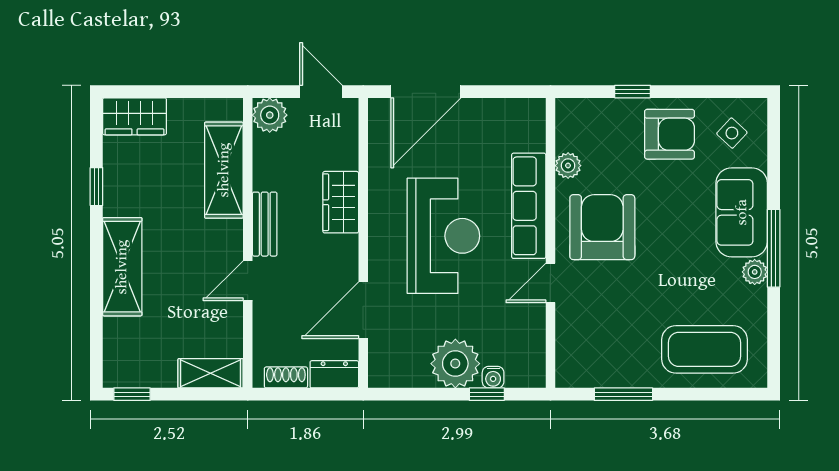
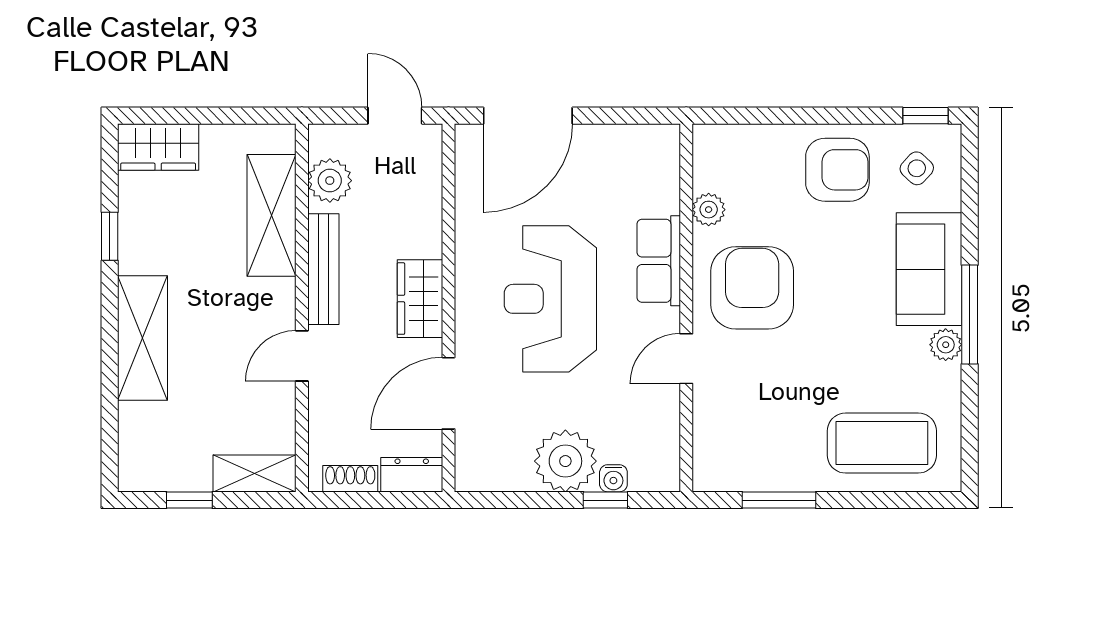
window: (633, 92) -> (925, 116), moved
plant: (270, 115) -> (330, 181), moved
wardrobe: (341, 202) -> (420, 299), moved
row of seats: (529, 206) -> (659, 261), width x0.68
bench: (265, 224) -> (323, 269), width x1.36
reception desk: (443, 236) -> (550, 299), turned 180
window: (132, 394) -> (189, 500), moved

